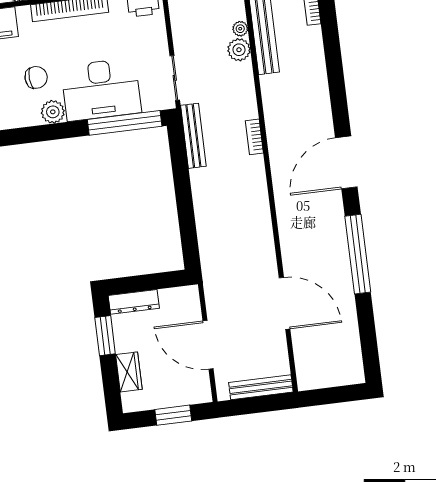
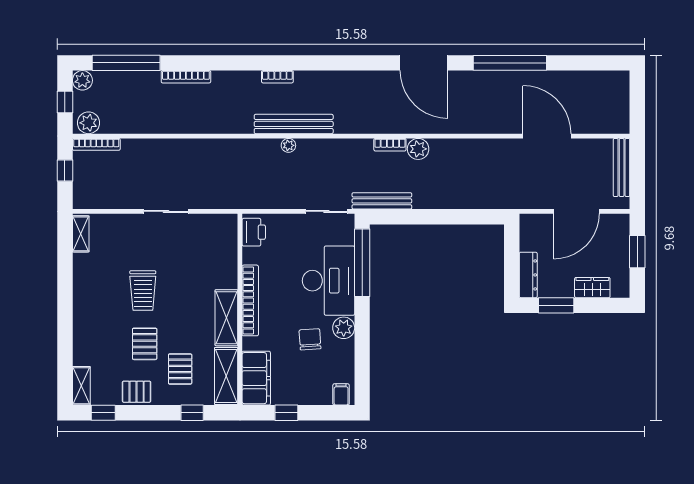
plant: (239, 50) -> (418, 149), moved
door: (285, 303) -> (547, 136), hinge flipped

